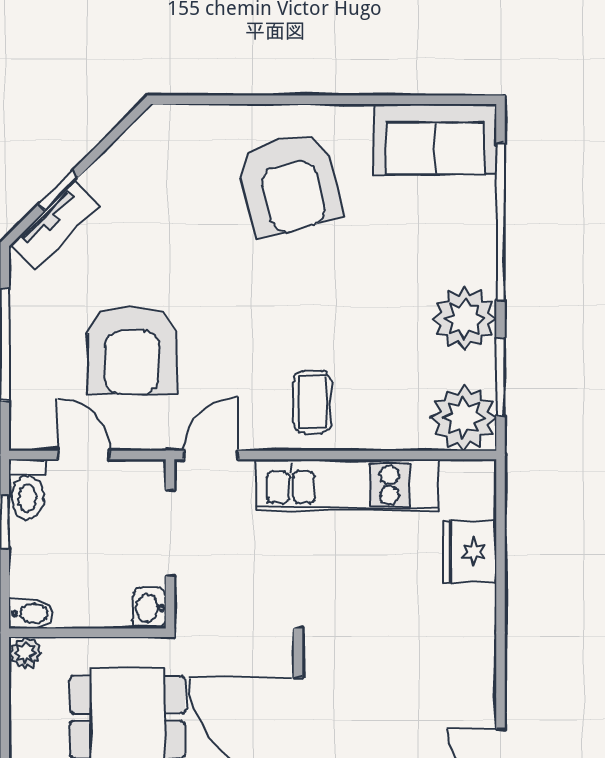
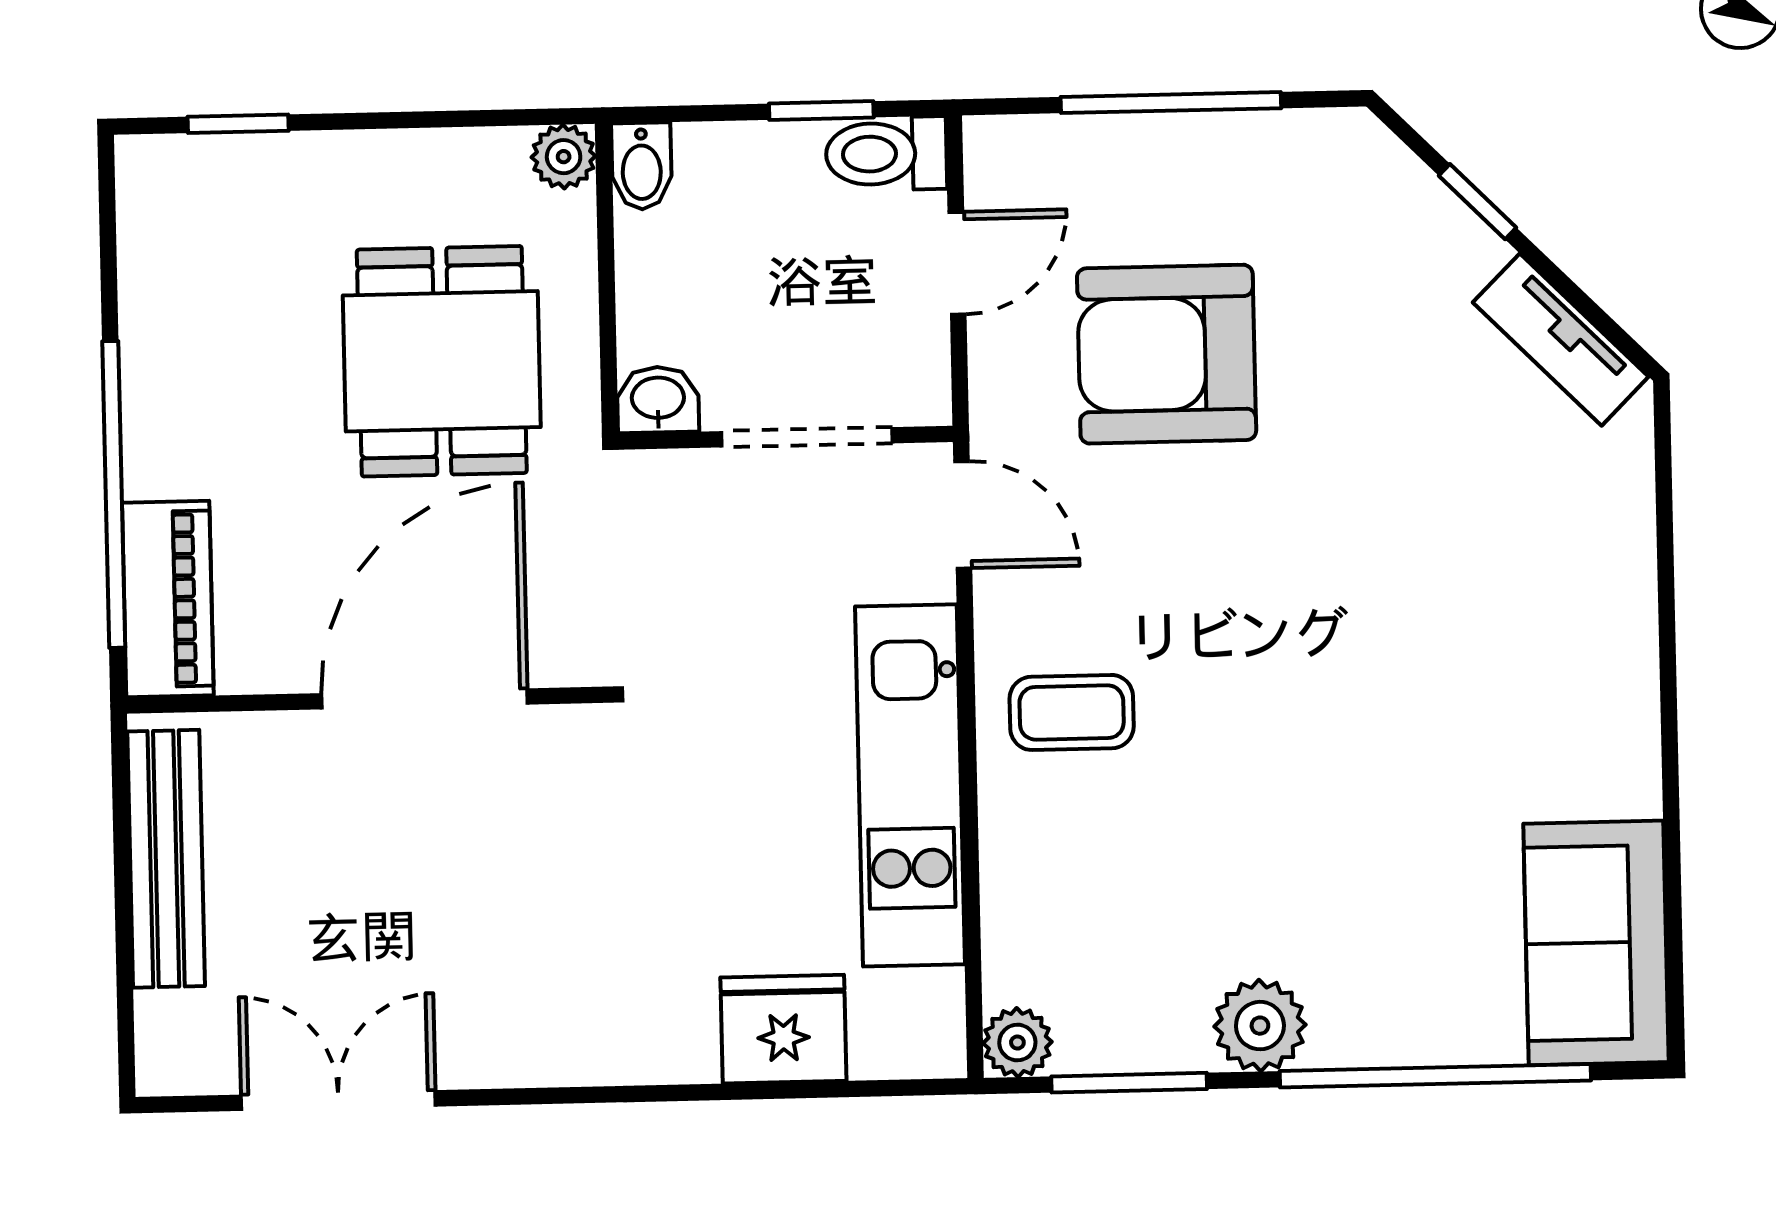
armchair: (290, 184) -> (1501, 659), removed
tv unit: (55, 225) -> (1561, 340), moved
plant: (465, 319) -> (1260, 1026), width x0.73, depth x0.73
plant: (464, 418) -> (1017, 1042), width x0.53, depth x0.53

